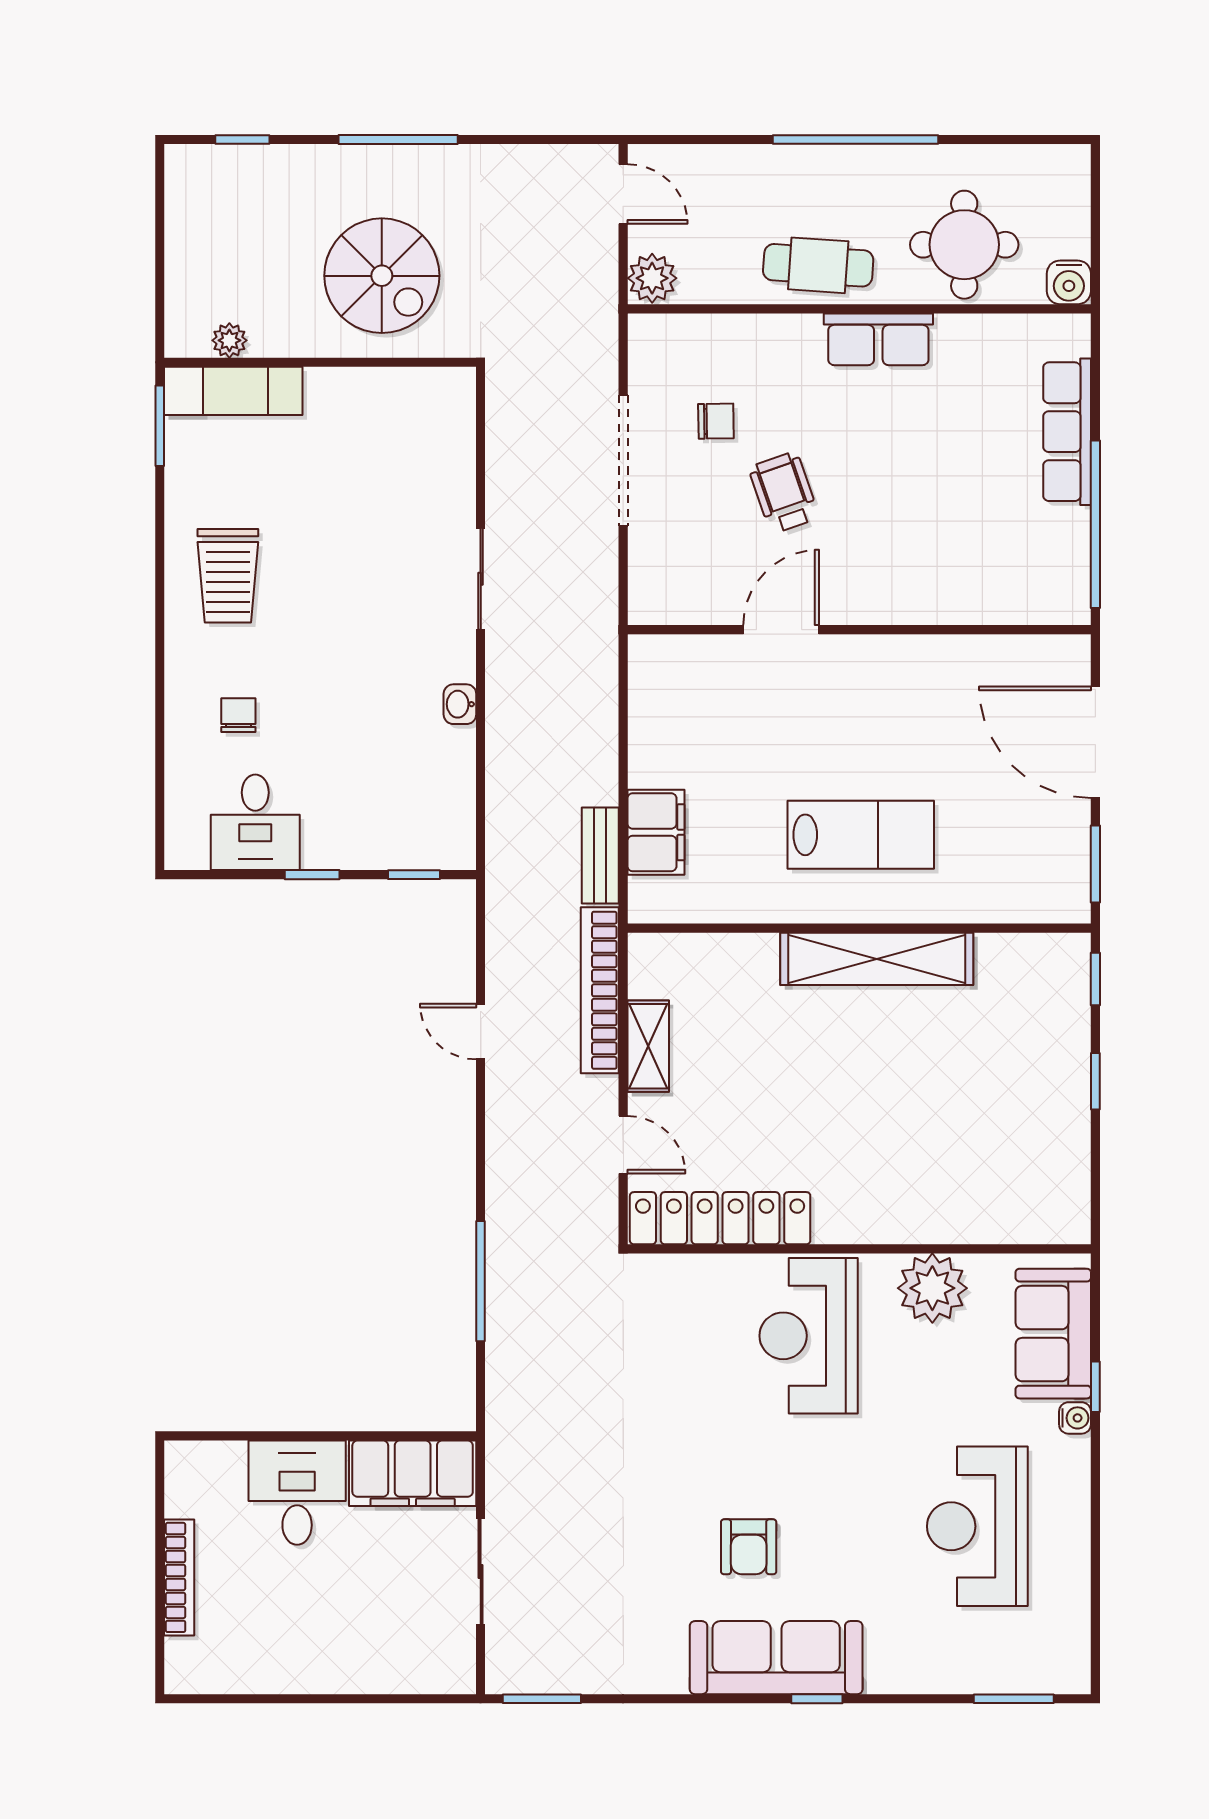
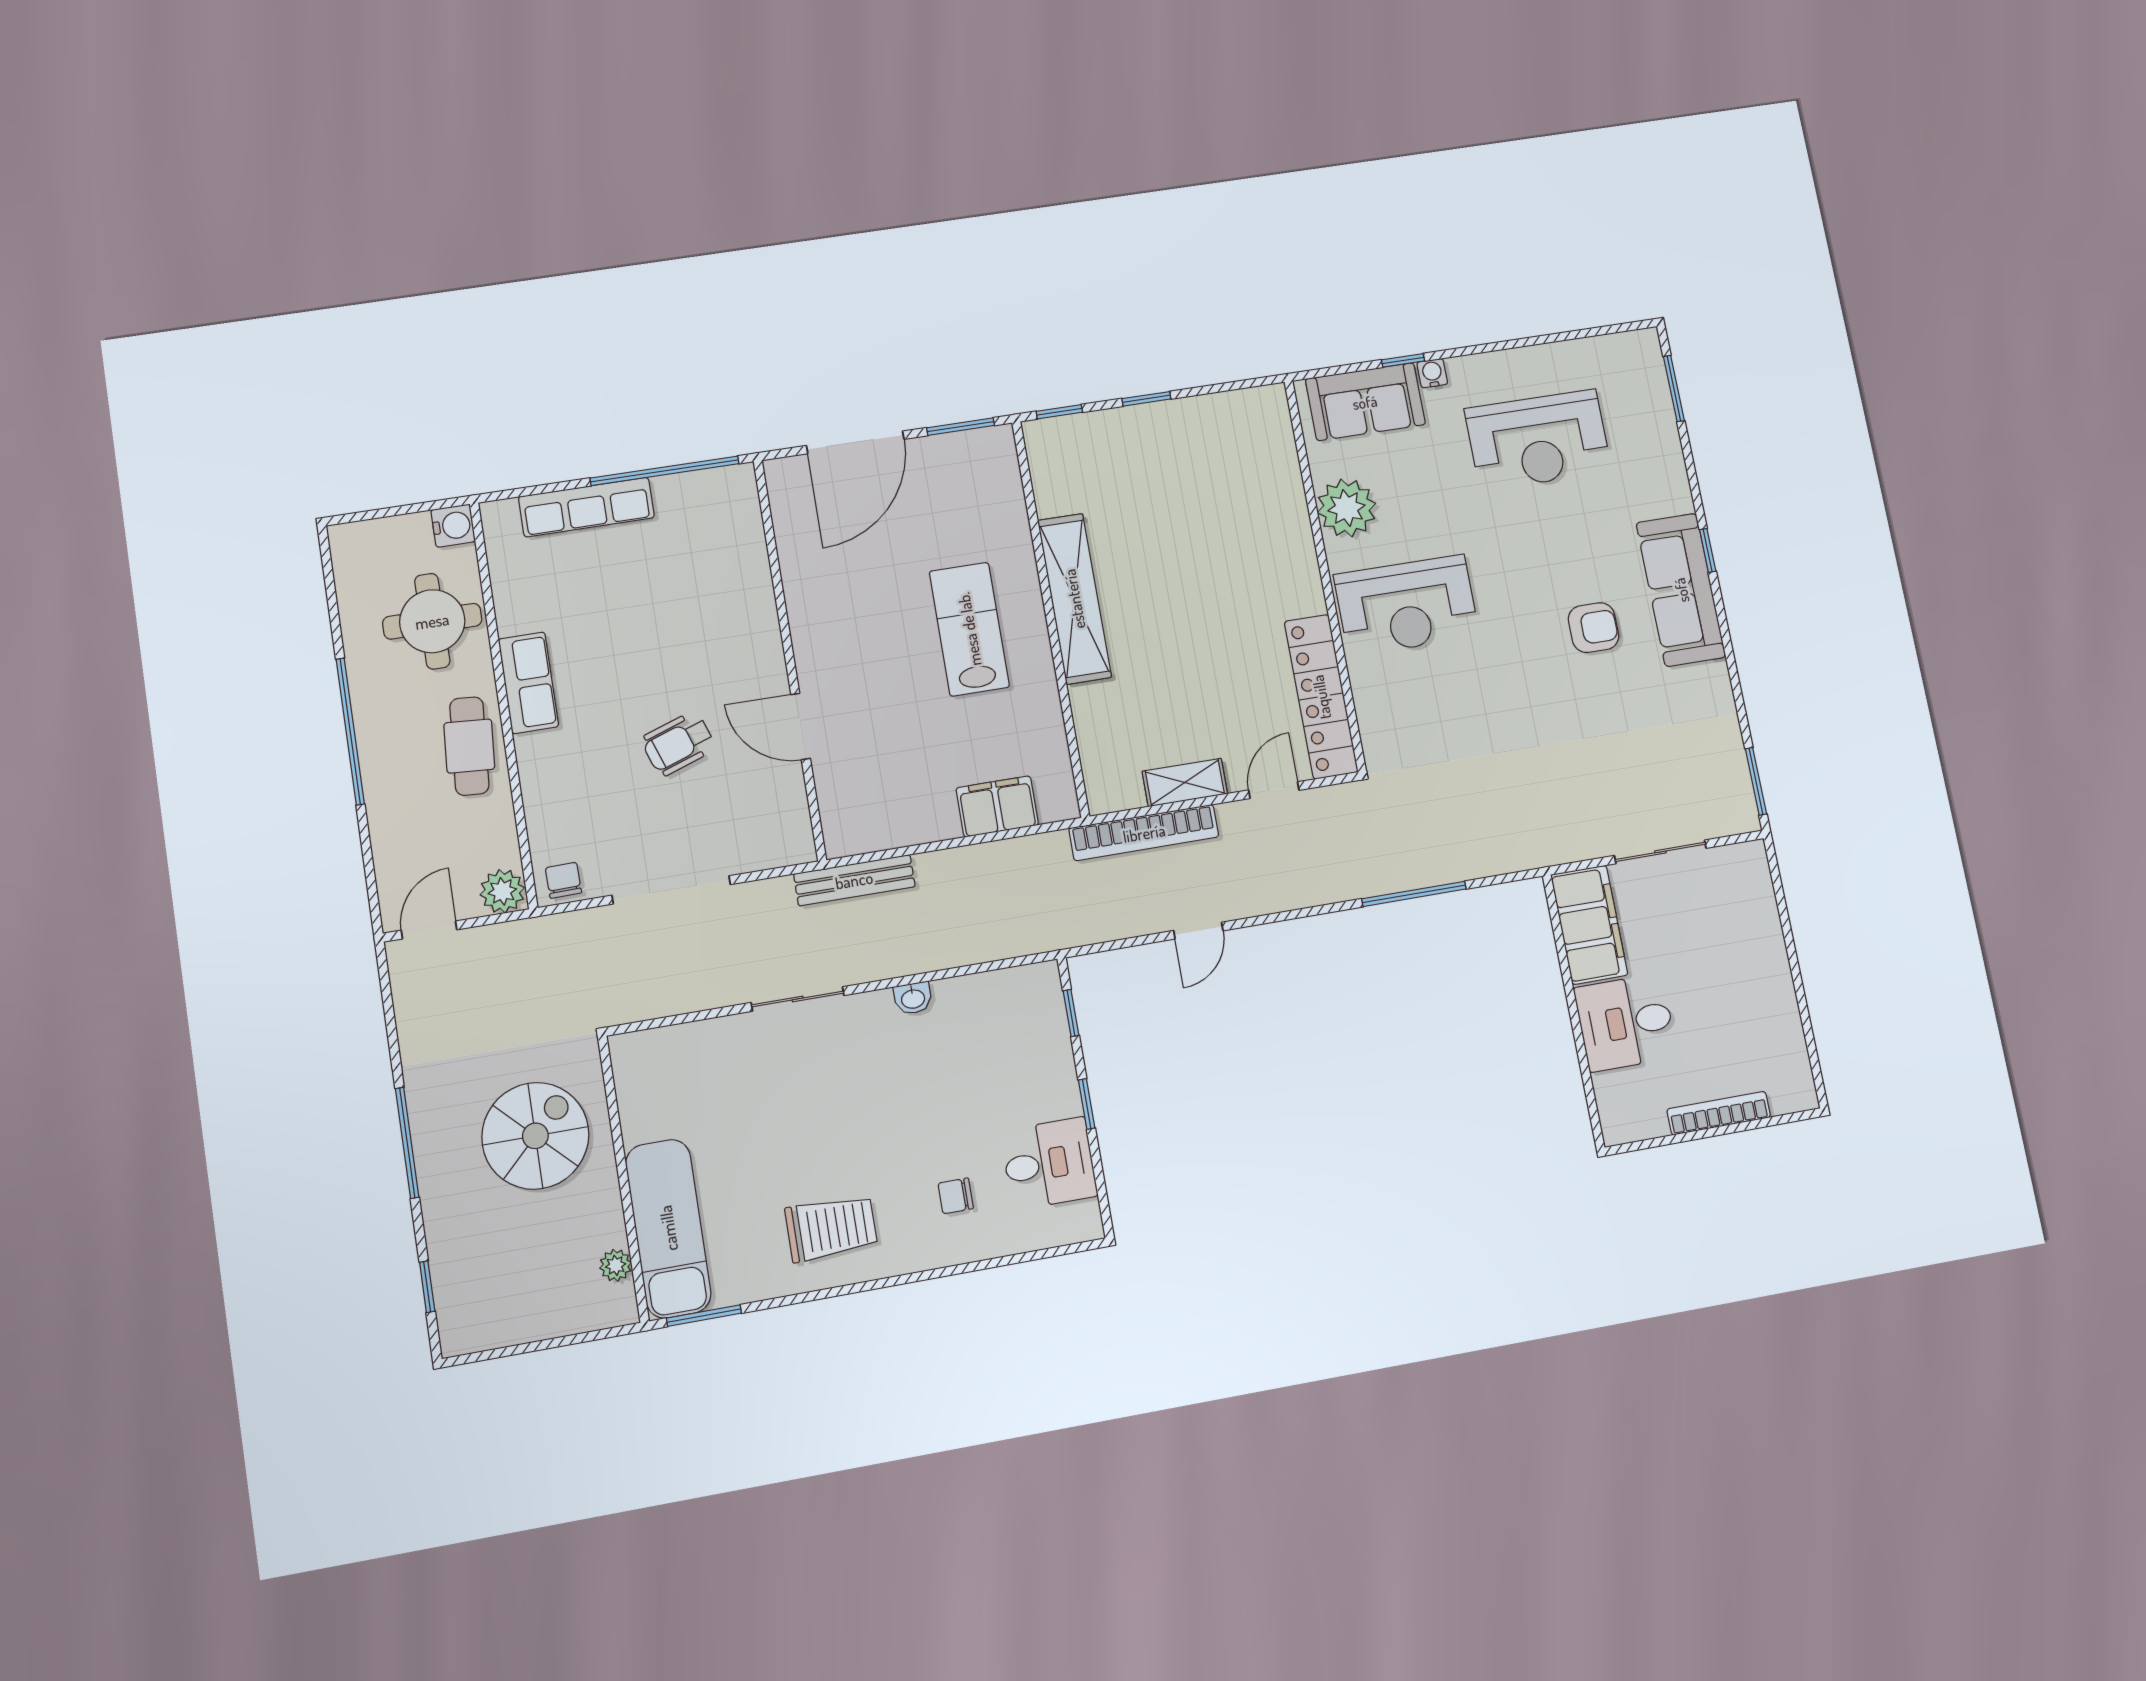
exam couch: (233, 391) -> (668, 1228), width x1.36, depth x1.45
chair: (716, 421) -> (563, 880), moved
bench: (600, 855) -> (854, 880), moved, width x1.36

